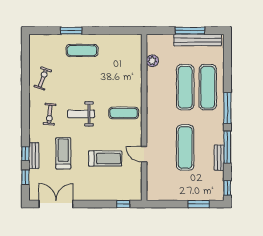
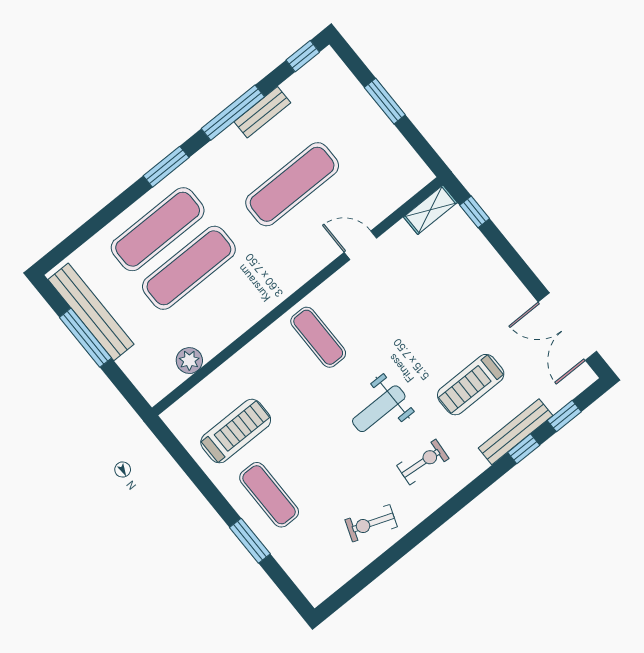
window: (227, 108) -> (166, 167), width x0.69
weight bench: (81, 114) -> (379, 409), turned 90
door: (144, 154) -> (360, 245), swing flipped
bench: (34, 156) -> (515, 432), width x1.36
treadmill: (105, 158) -> (236, 431), moved, turned 90
shelving: (137, 189) -> (430, 210), added
window: (199, 204) -> (385, 101), moved

